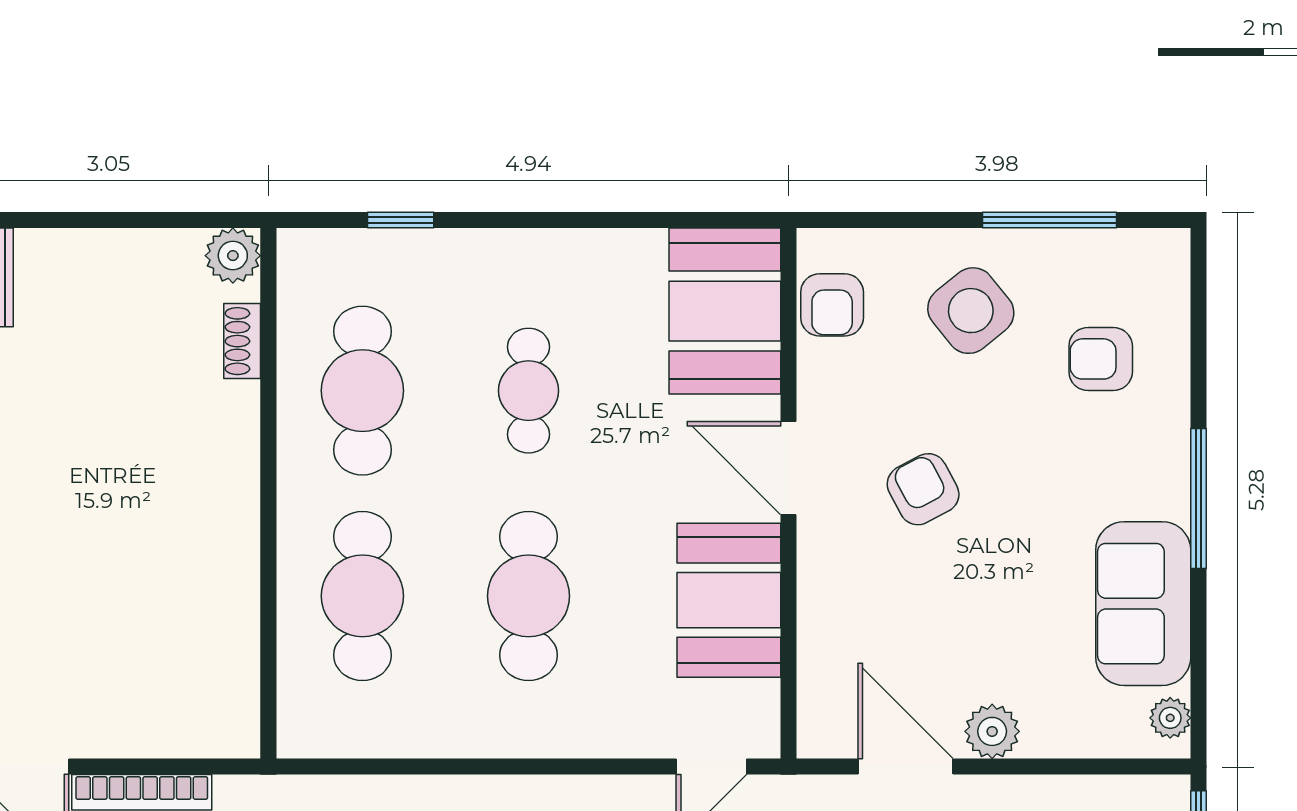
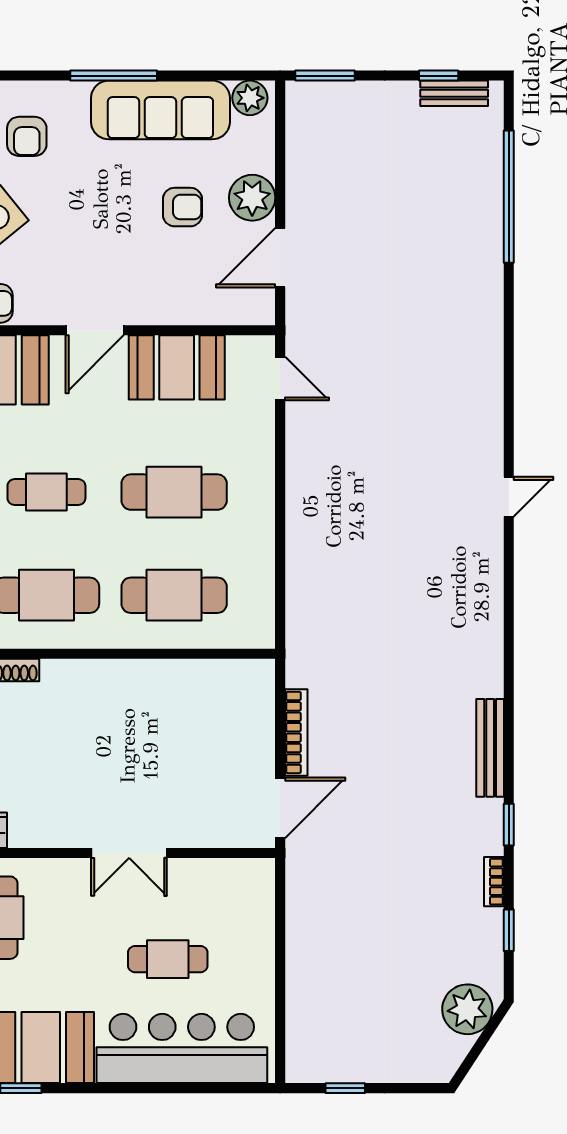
armchair: (923, 489) -> (182, 207), moved, turned -152
sofa: (1143, 604) -> (160, 110), width x1.36
plant: (1170, 718) -> (250, 98), width x1.38, depth x1.38
plant: (992, 731) -> (252, 198), width x1.36, depth x1.36

